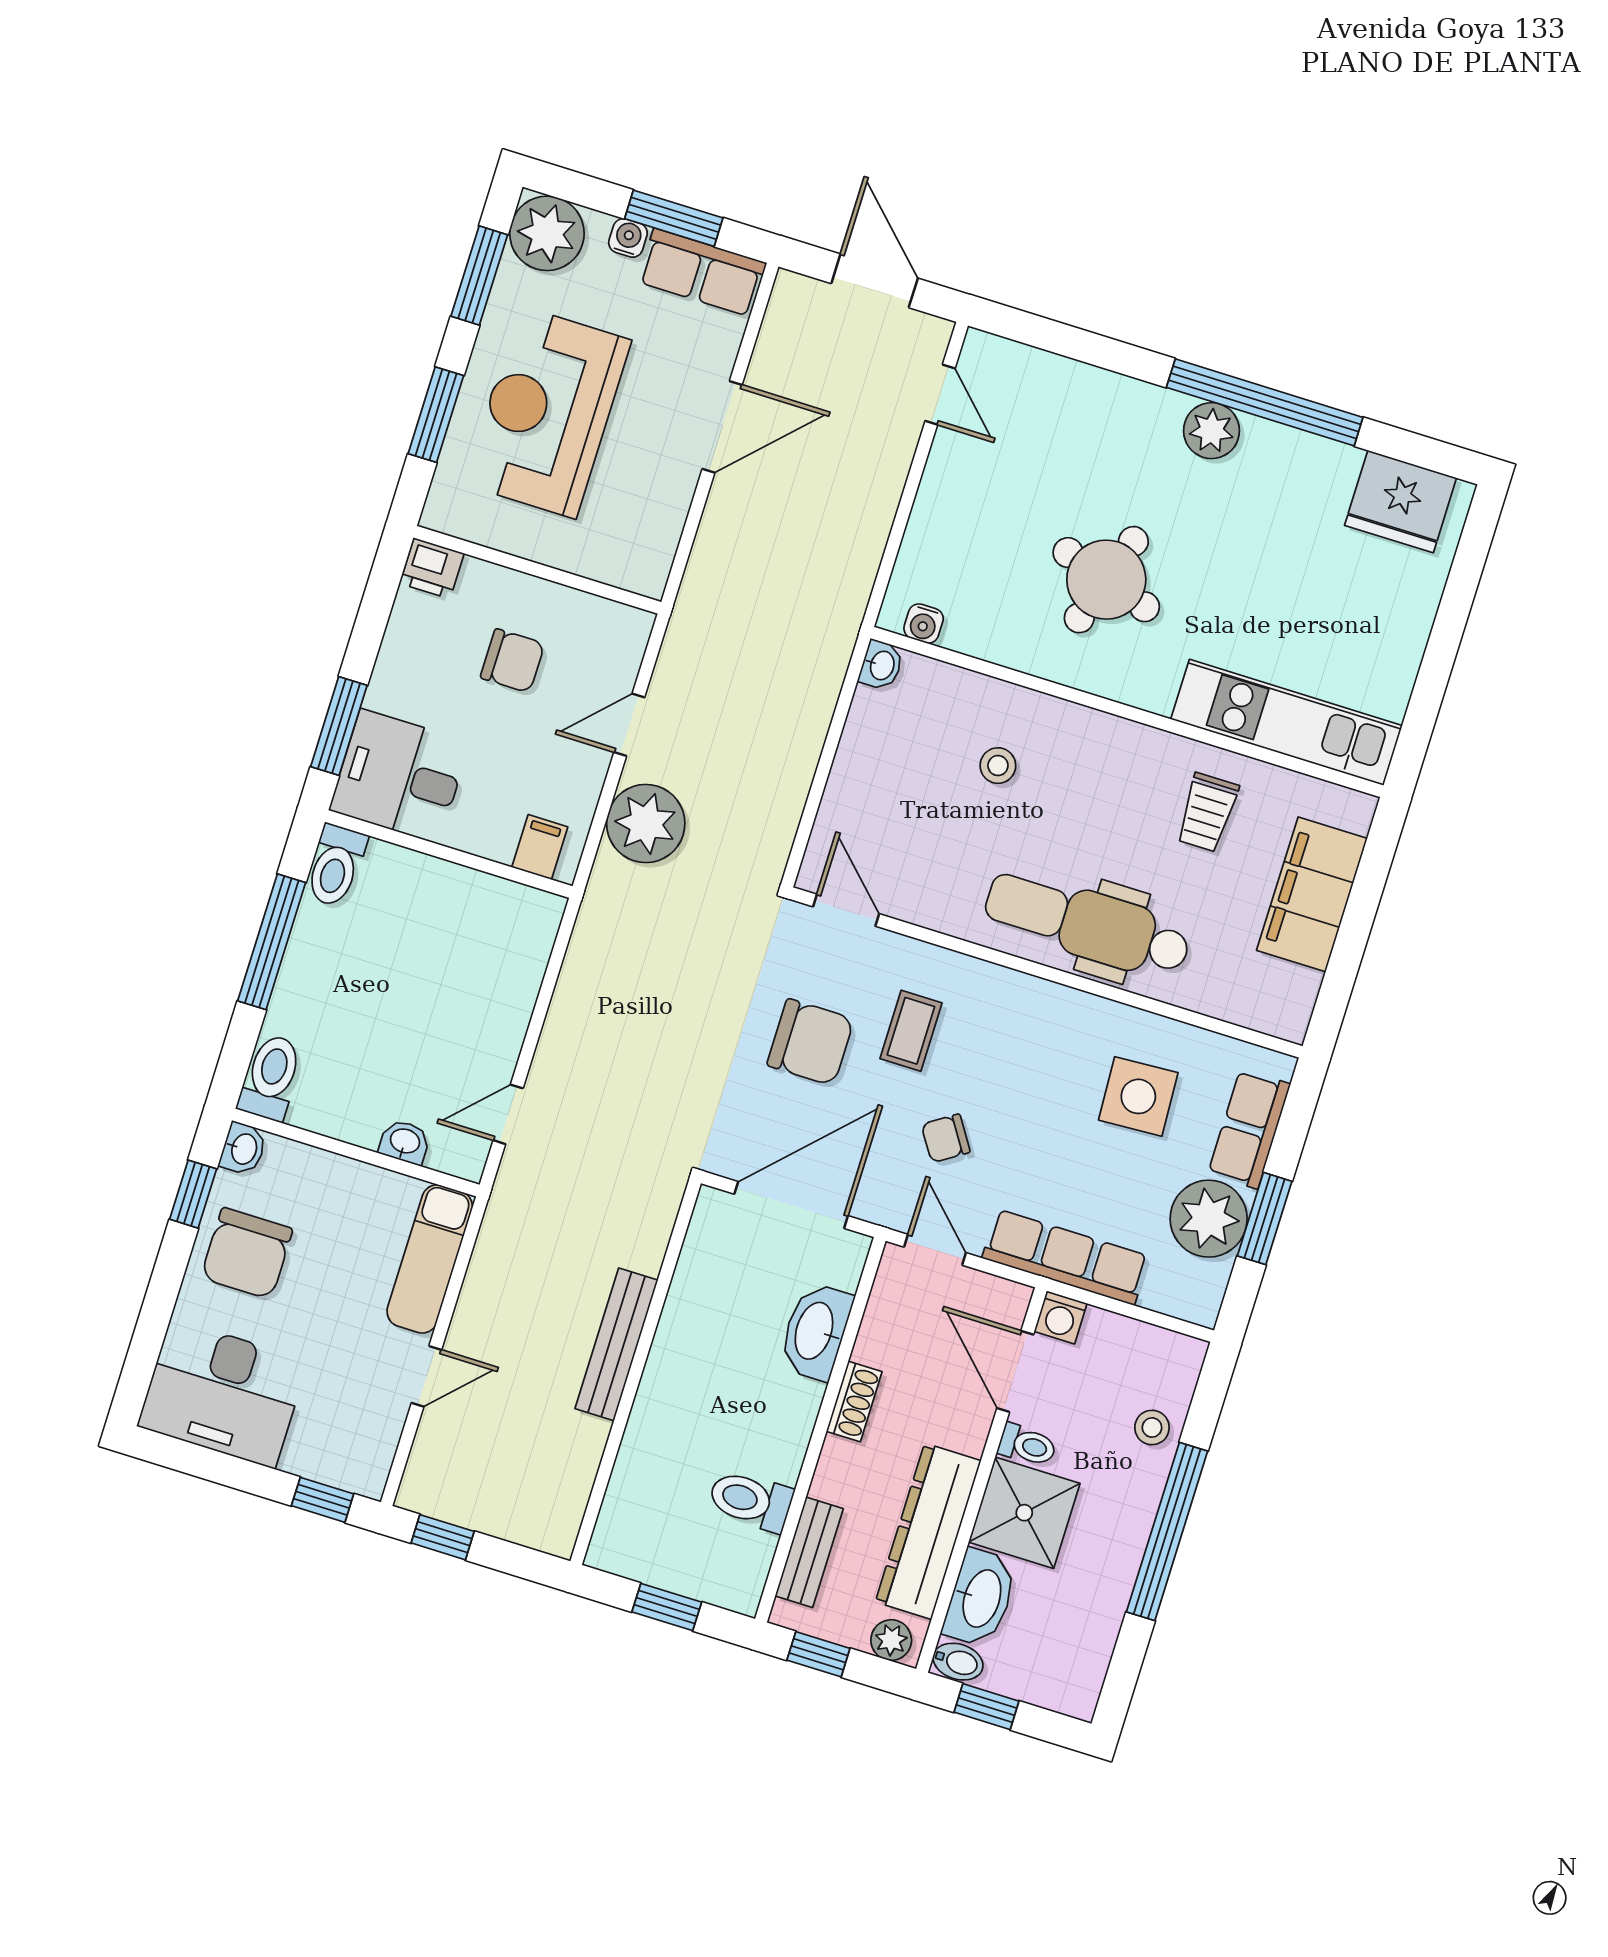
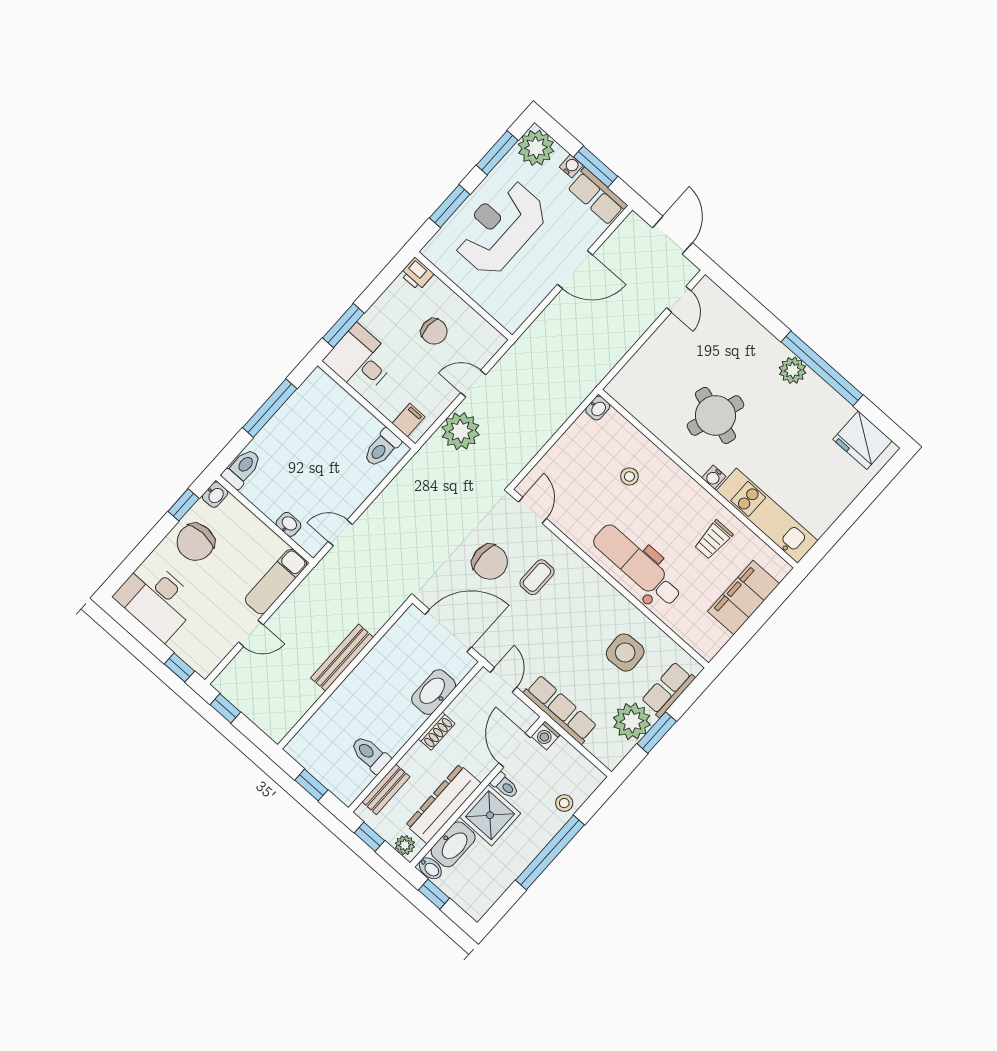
water cooler: (924, 624) -> (714, 477), moved
toilet: (336, 866) -> (382, 448), moved
chair: (946, 1138) -> (531, 632), removed

